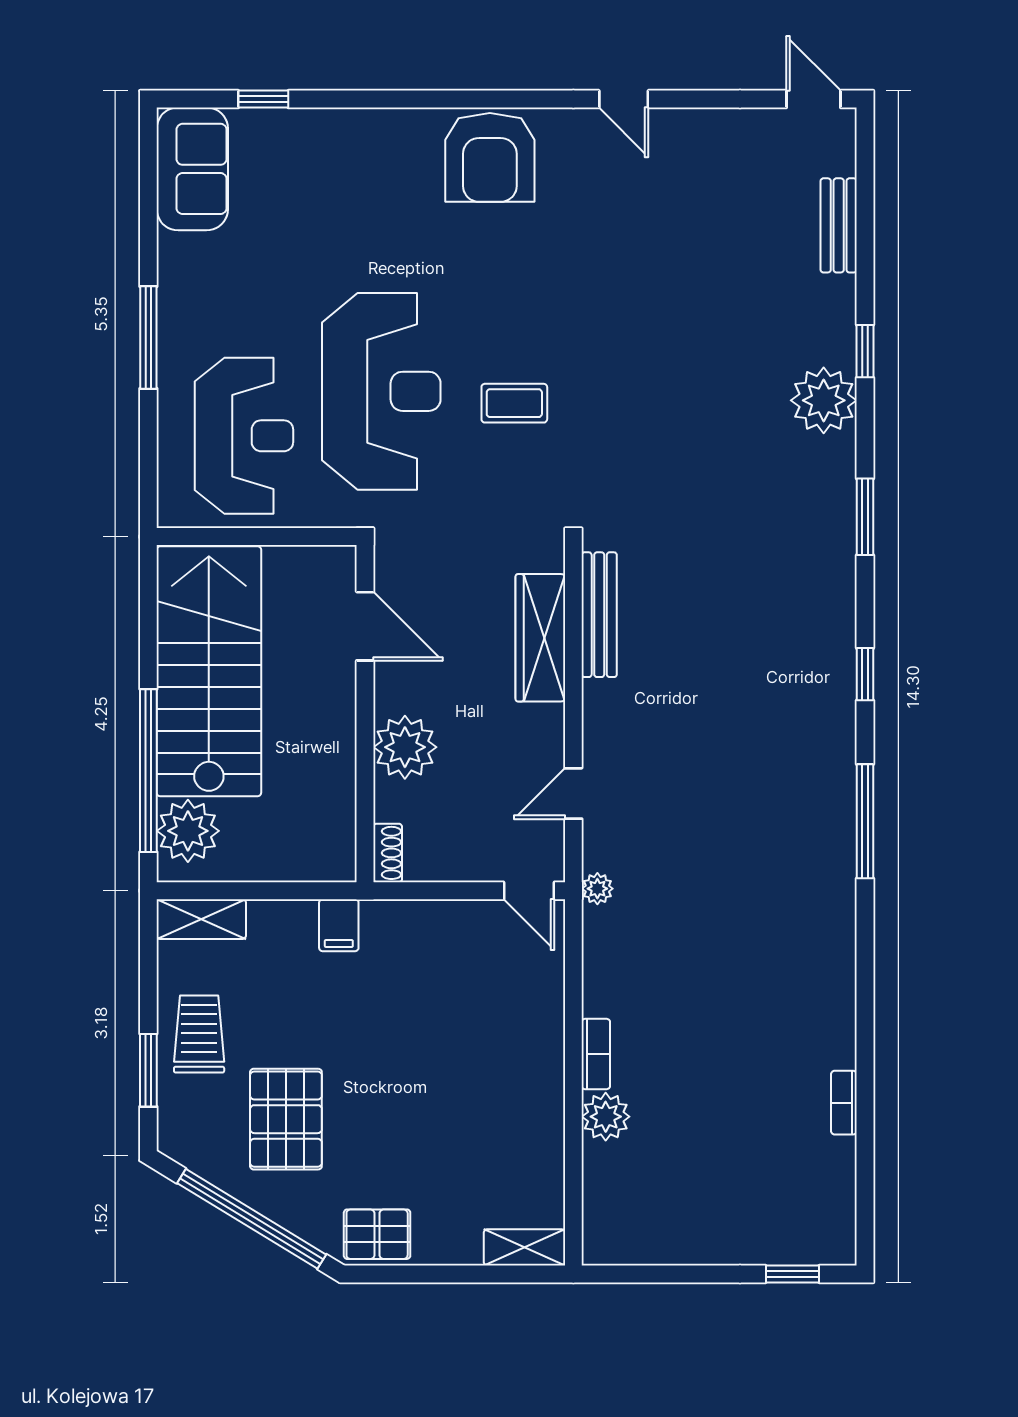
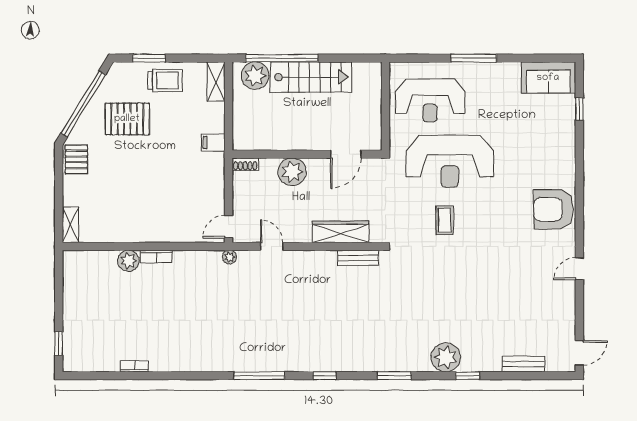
bench: (599, 615) -> (358, 258), width x0.73
stairs: (209, 671) -> (311, 77), width x0.73, depth x0.66

